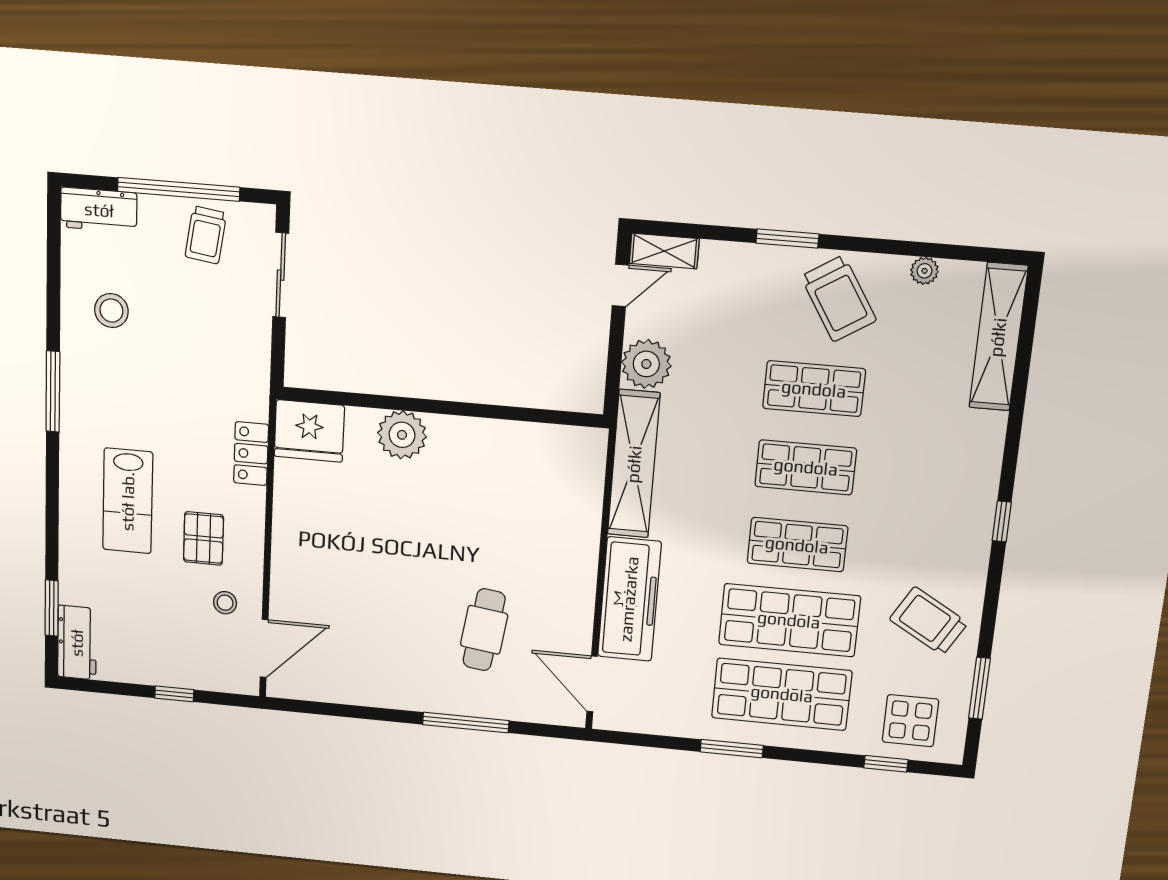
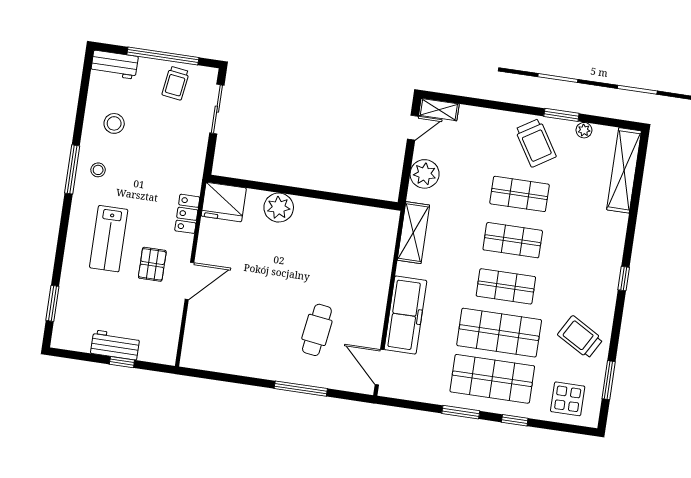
window: (787, 239) -> (561, 115), moved
shelving: (634, 464) -> (413, 233), width x0.68
stool: (225, 603) -> (98, 170), moved
workbench: (77, 643) -> (115, 345), moved, turned -90
door: (264, 648) -> (189, 281), moved
window: (886, 764) -> (515, 420), moved

